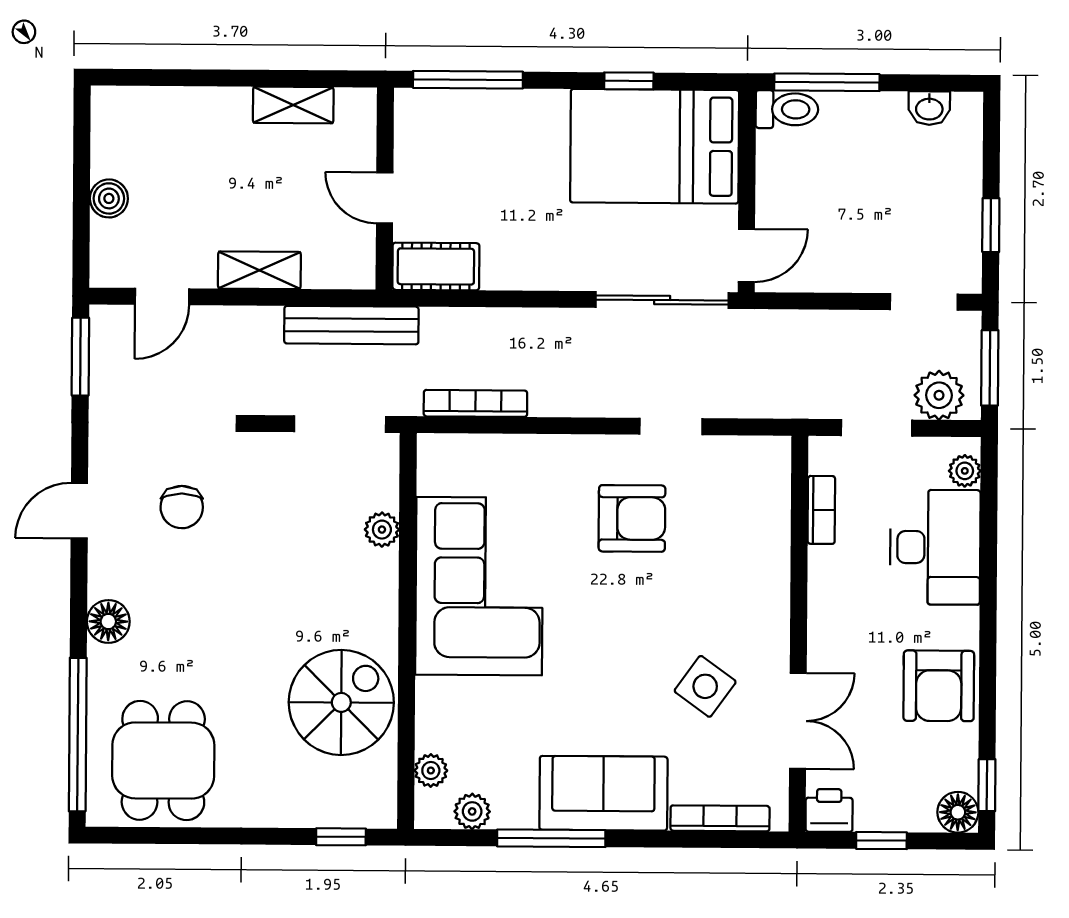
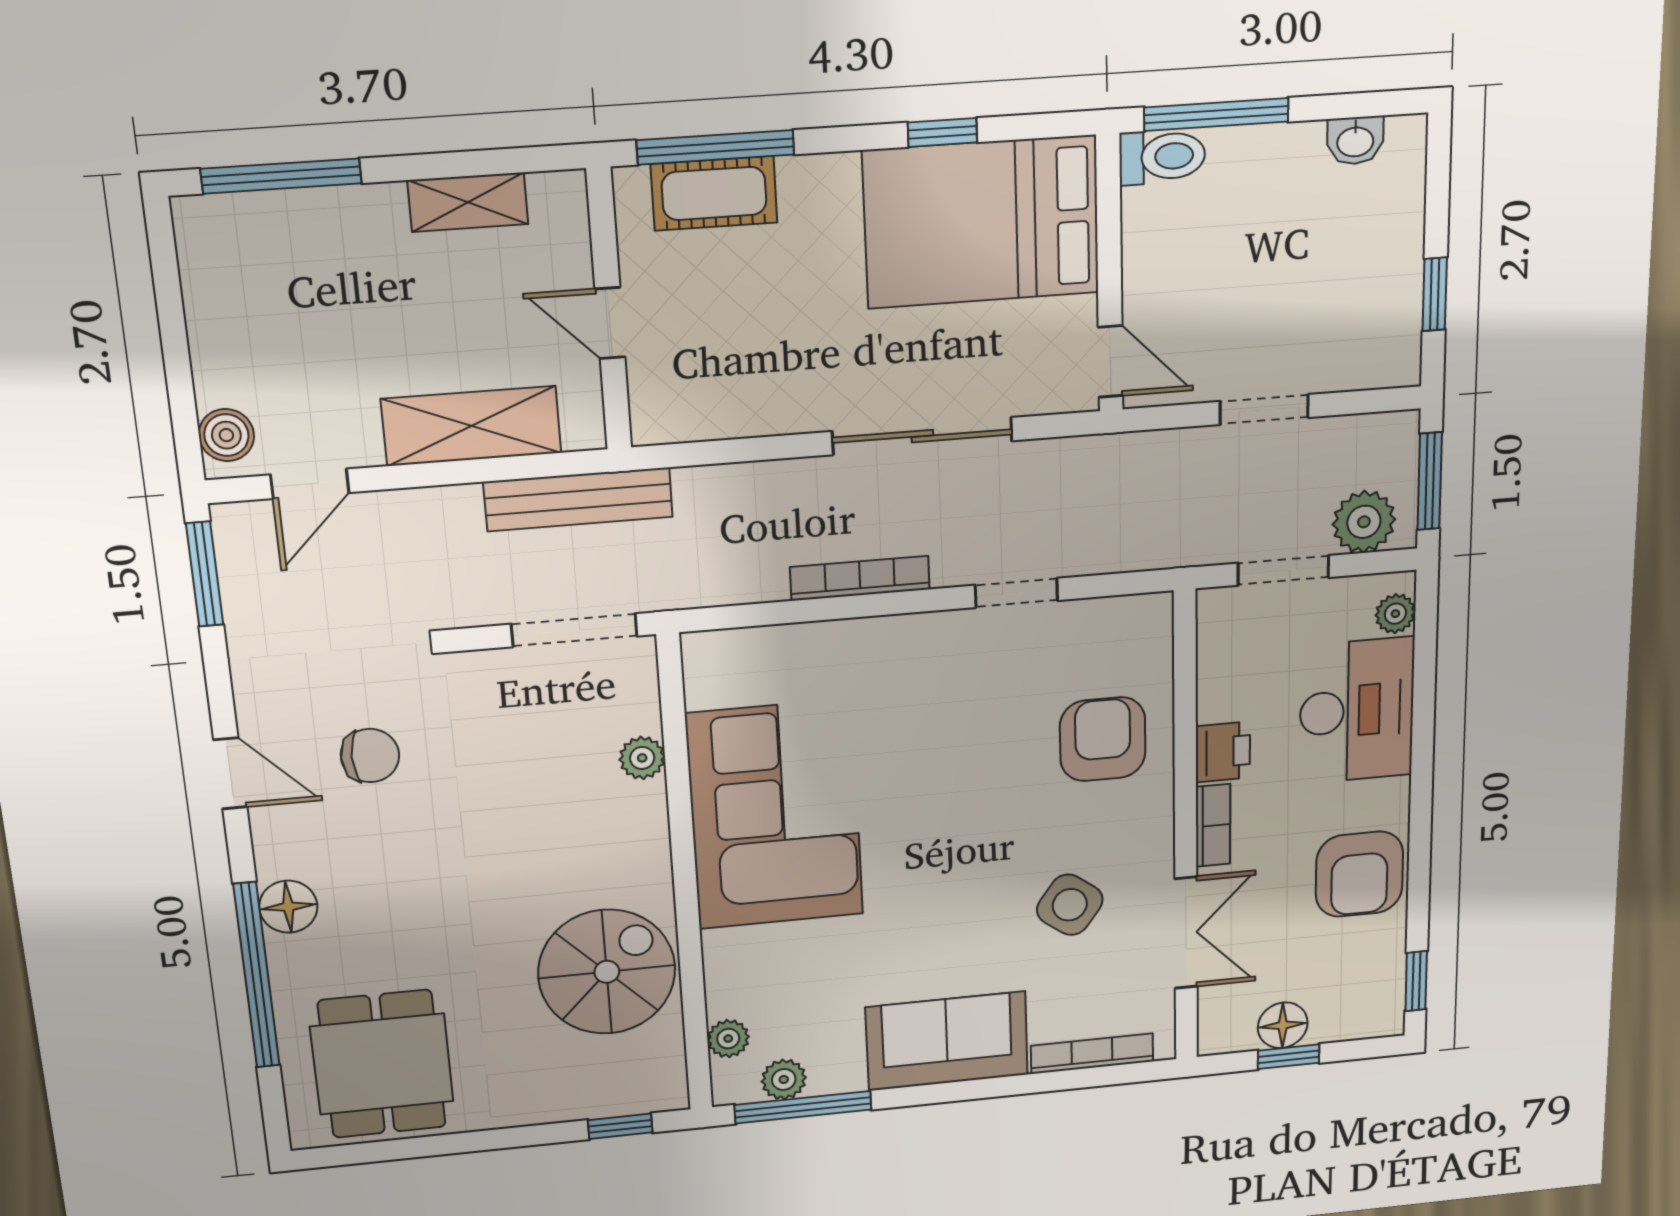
window: (168, 78) -> (281, 176), added
boiler: (109, 198) -> (226, 435), moved
door: (746, 256) -> (1111, 361), hinge flipped
cot: (436, 266) -> (714, 193), moved
shelving: (259, 270) -> (471, 426), width x1.50, depth x1.33
sliding door: (662, 300) -> (922, 436), moved
doorway: (924, 302) -> (1264, 409), moved
bookcase: (475, 403) -> (860, 578), moved
chair: (182, 507) -> (370, 756), turned -90
bookcase: (821, 510) -> (1213, 825), moved
door: (79, 511) -> (230, 773), swing flipped
armchair: (632, 518) -> (1103, 739), moved, turned -90
window: (78, 735) -> (256, 975), moved
printer: (829, 810) -> (1223, 752), moved, turned 90
floor lamp: (958, 812) -> (1283, 1025), moved
window: (551, 838) -> (803, 1107), moved

